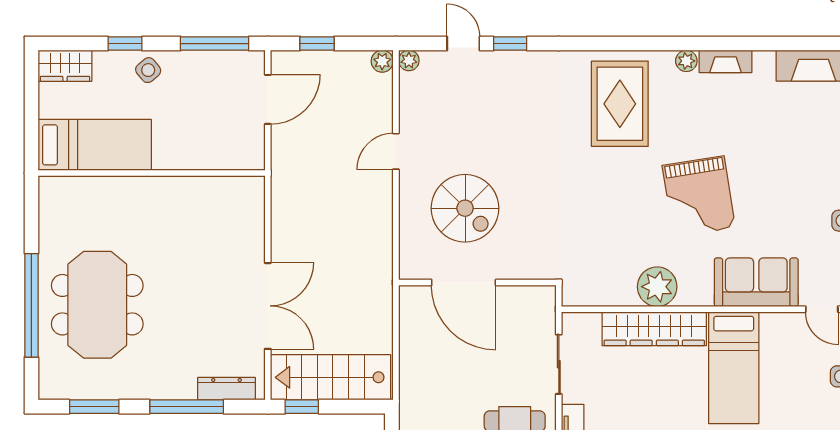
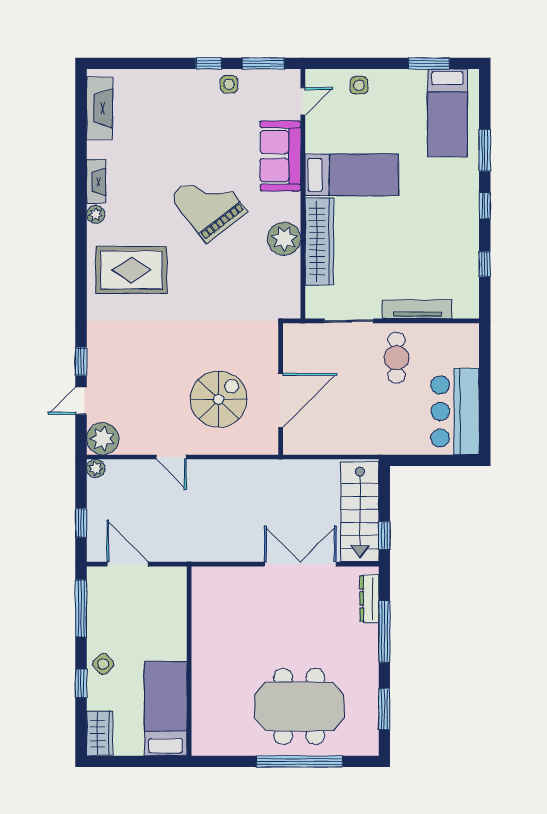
plant: (409, 60) -> (103, 439), width x1.88, depth x1.88
grand piano: (699, 196) -> (209, 204), turned -119

